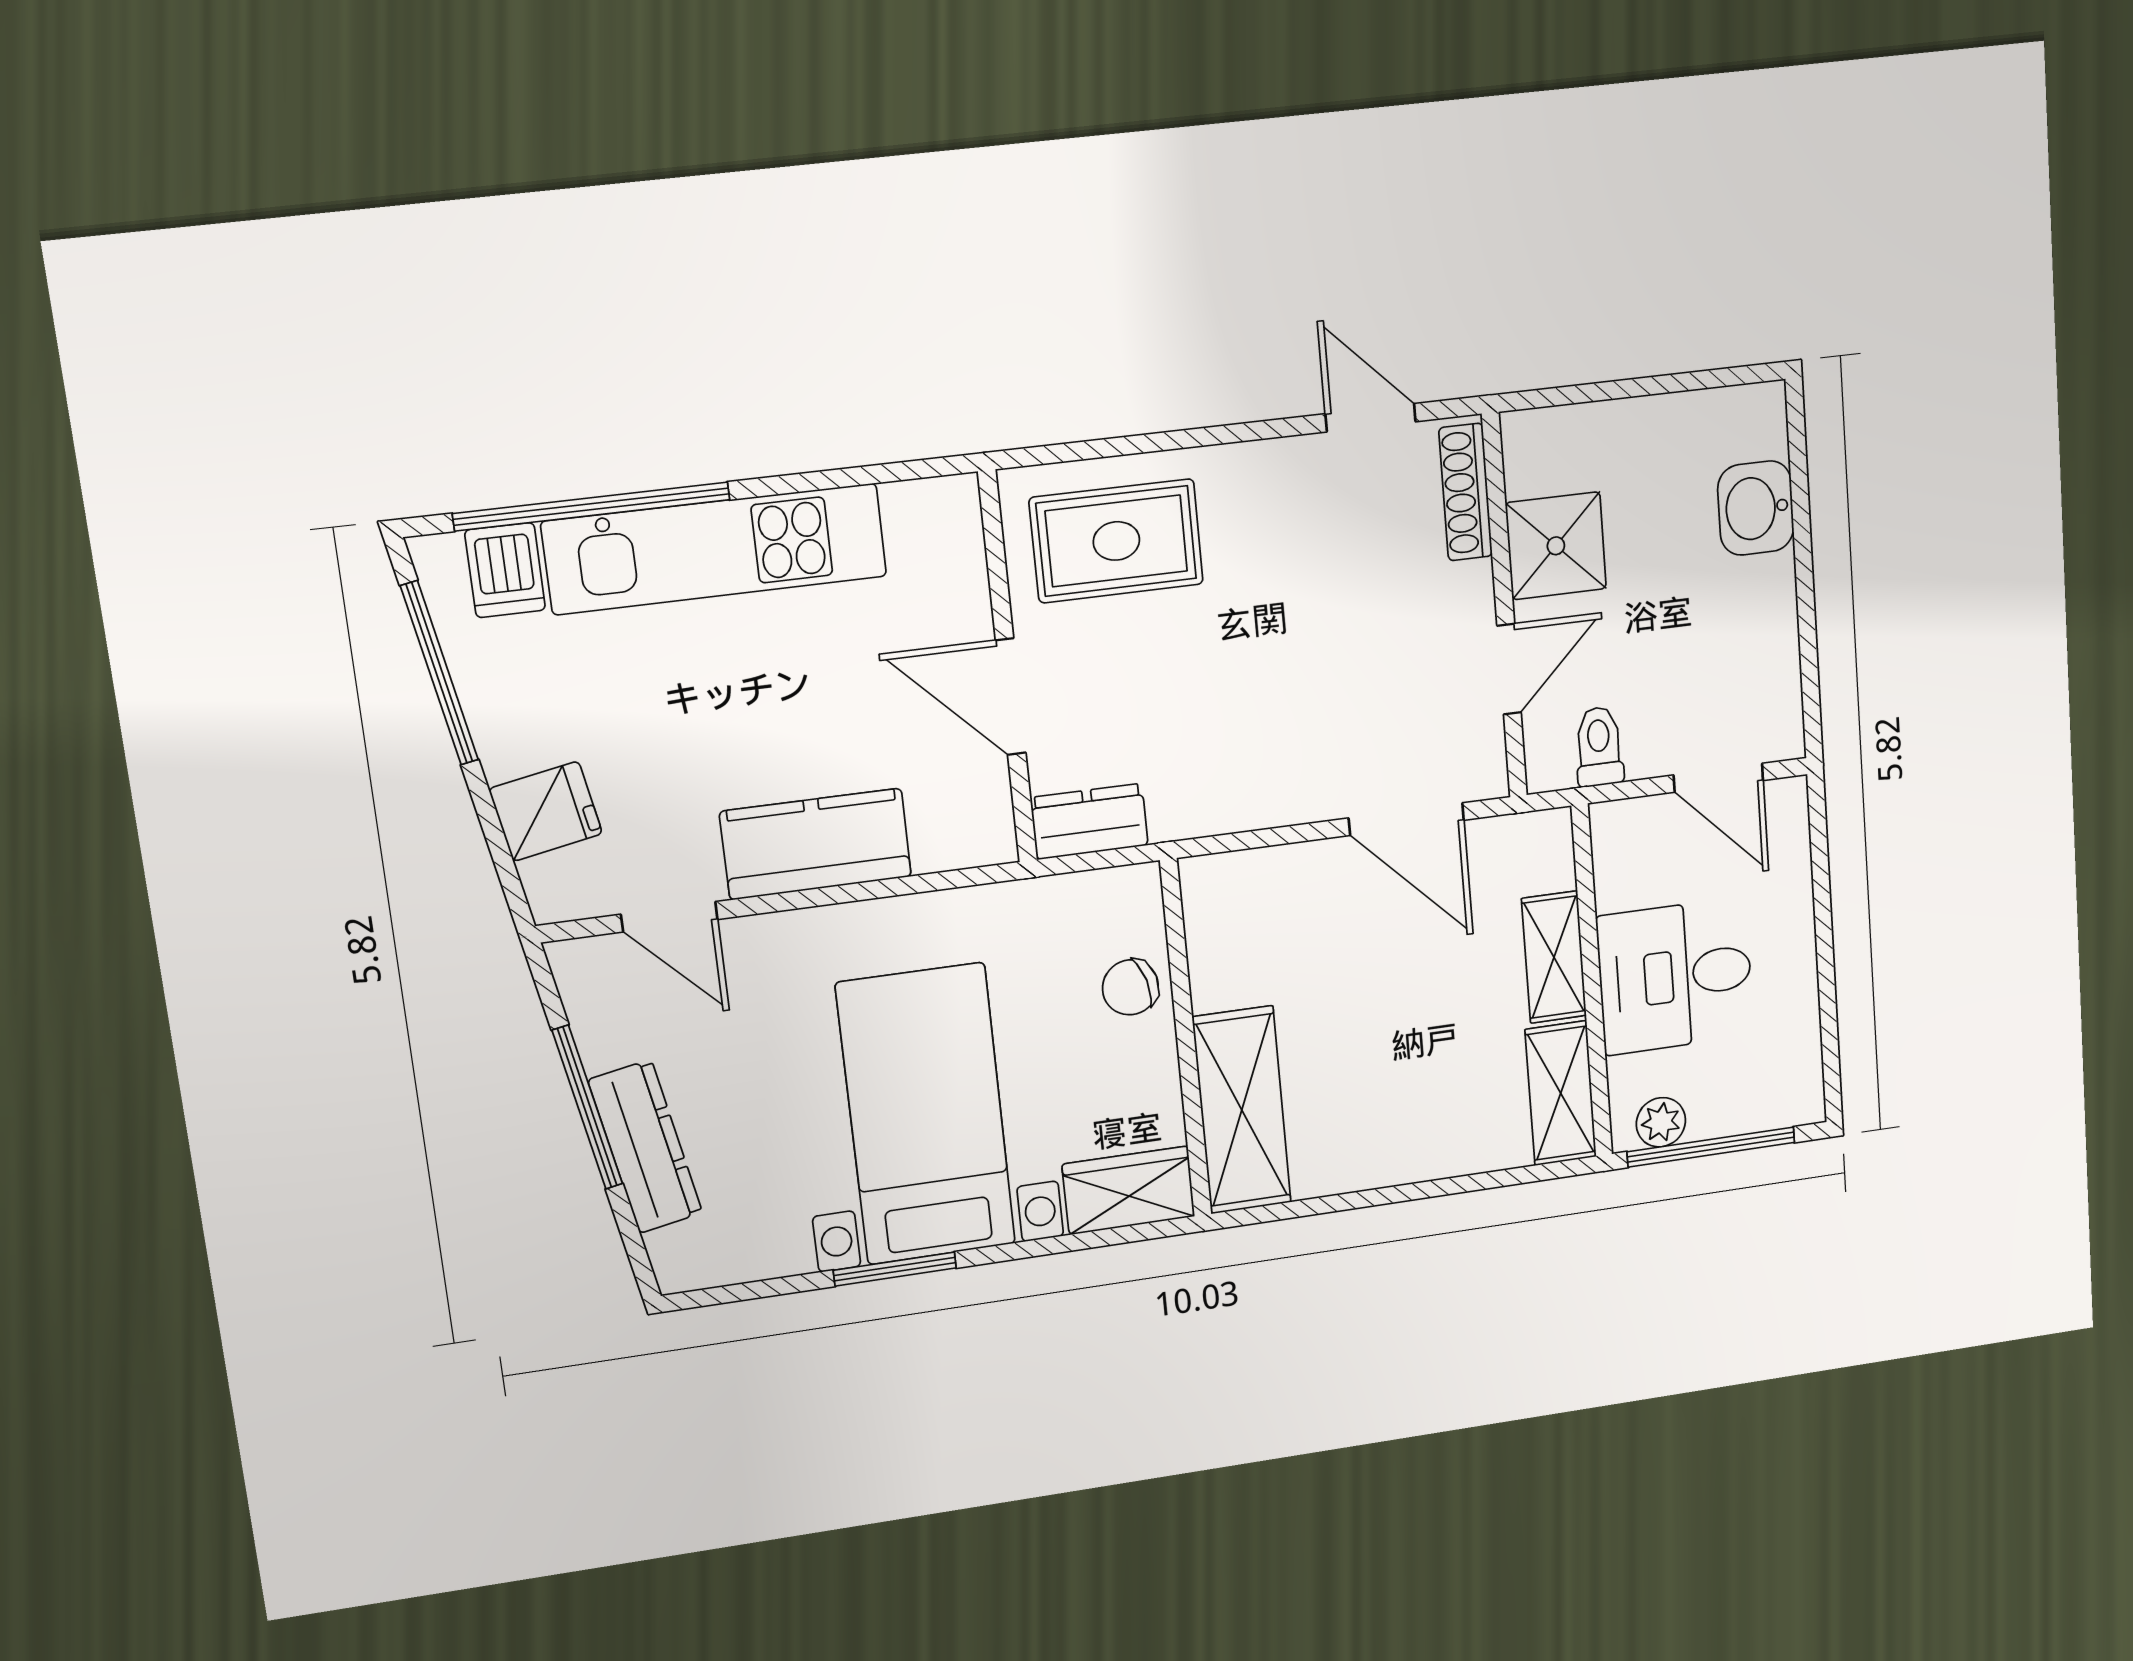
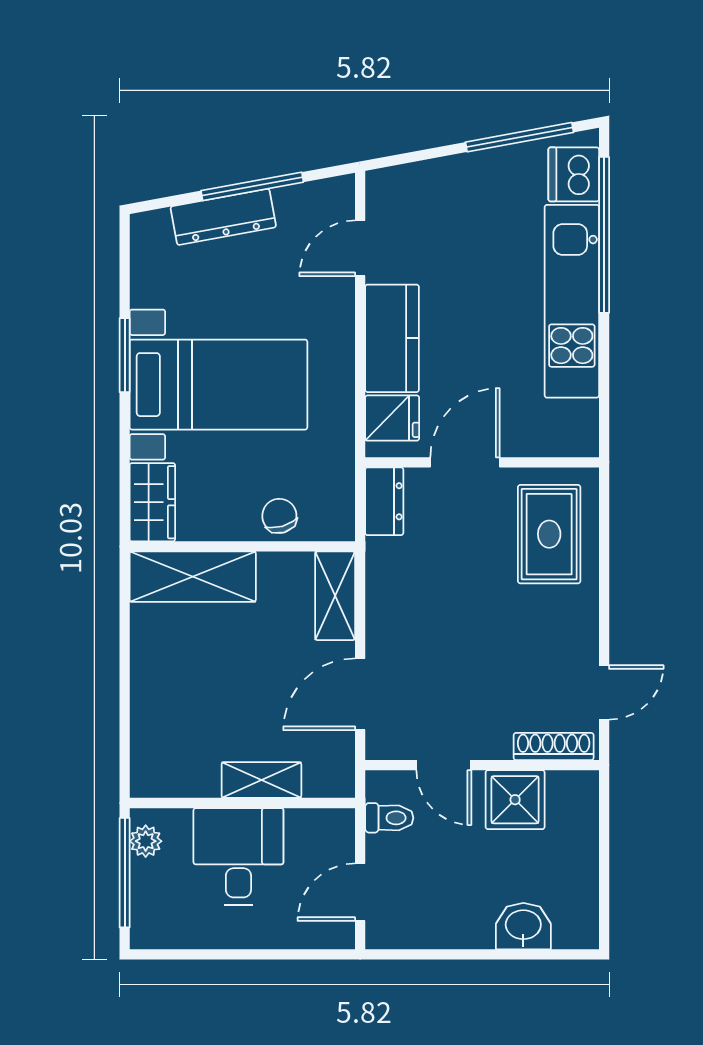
dishwasher: (505, 570) -> (574, 174), width x1.38
fridge: (546, 811) -> (392, 418), moved, turned -80
shelving: (1561, 1093) -> (335, 596), moved, turned 90

